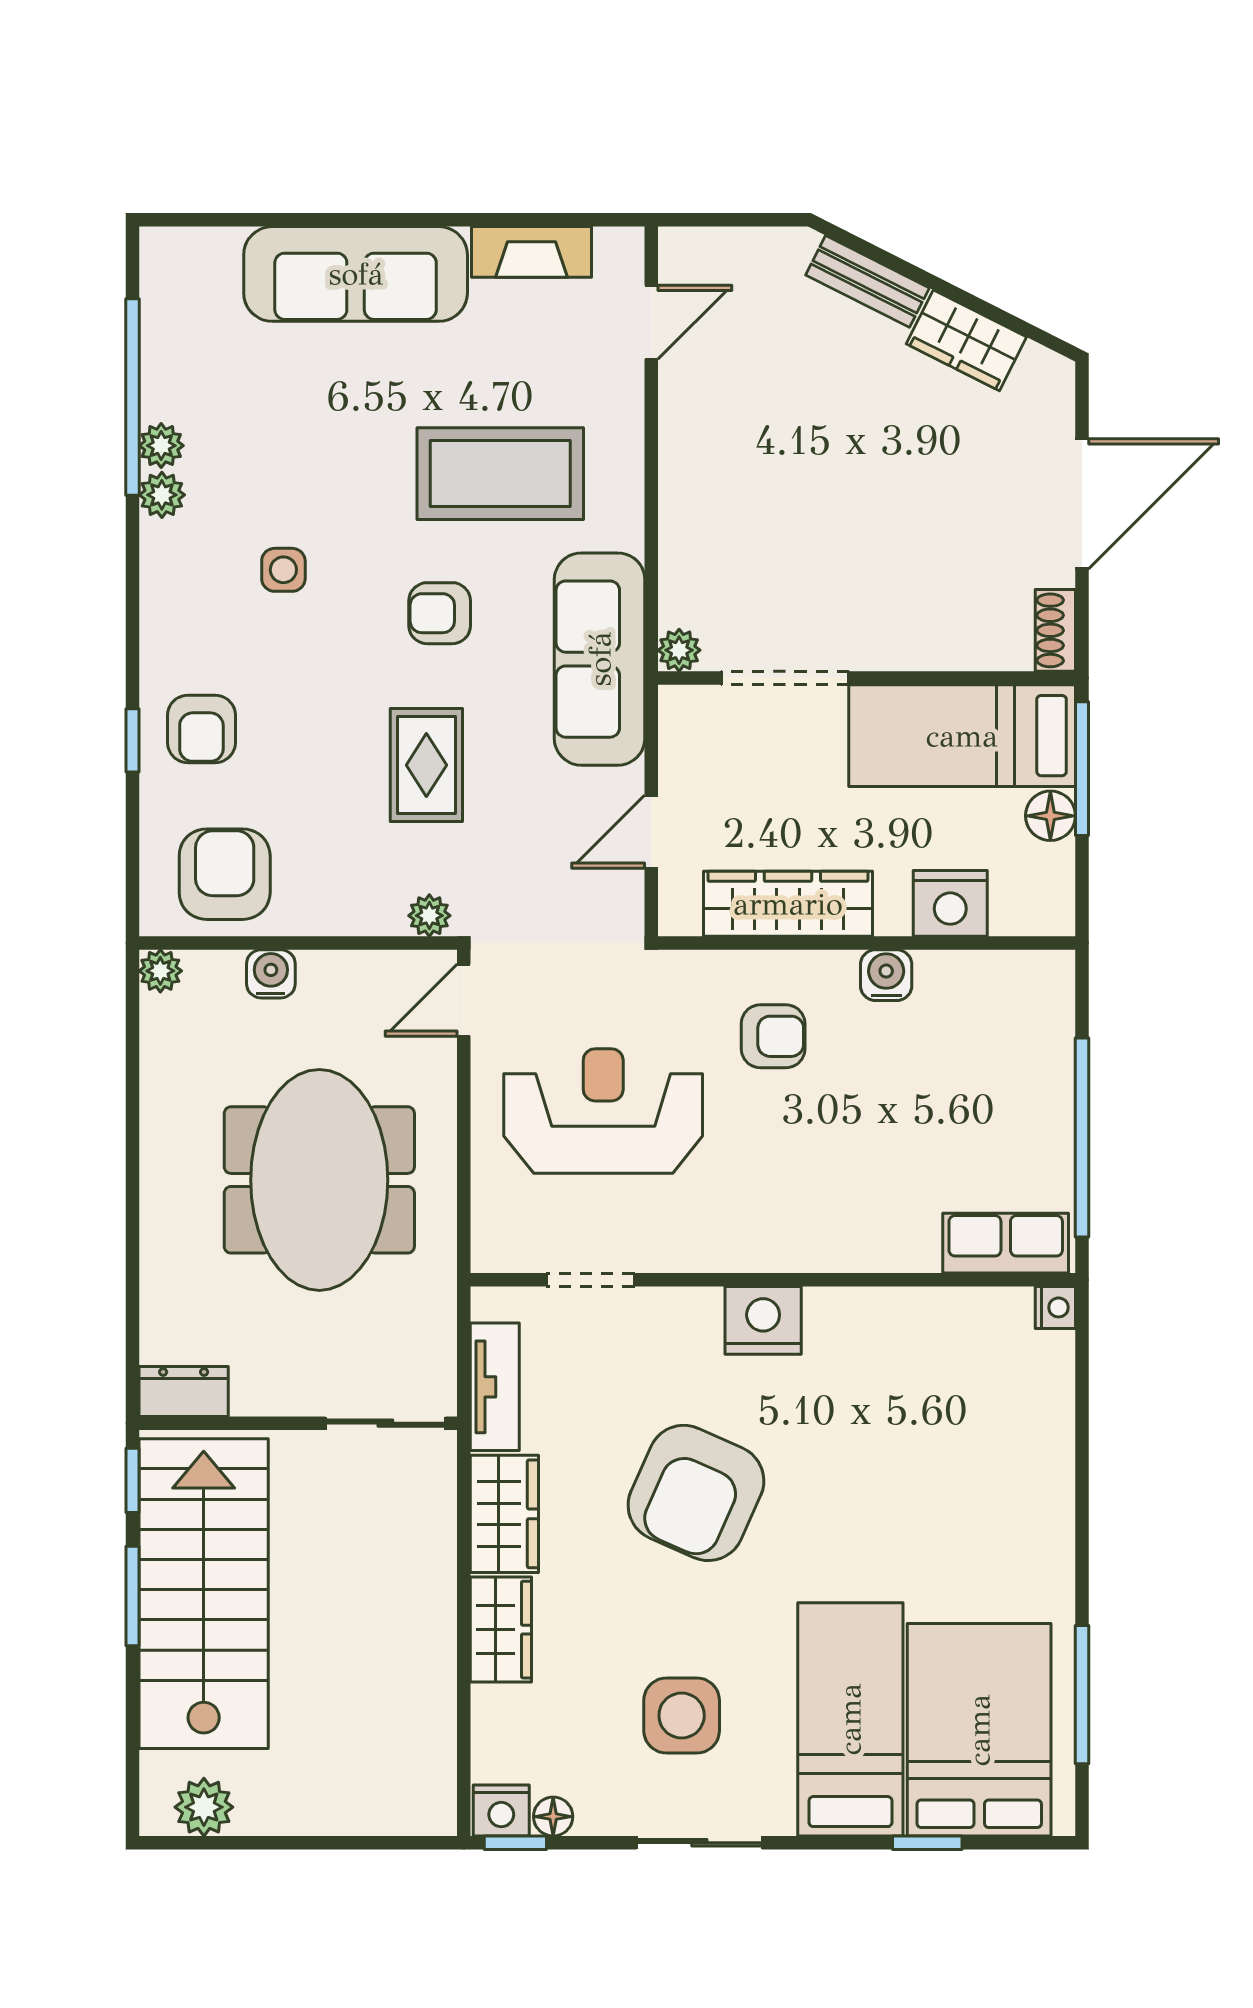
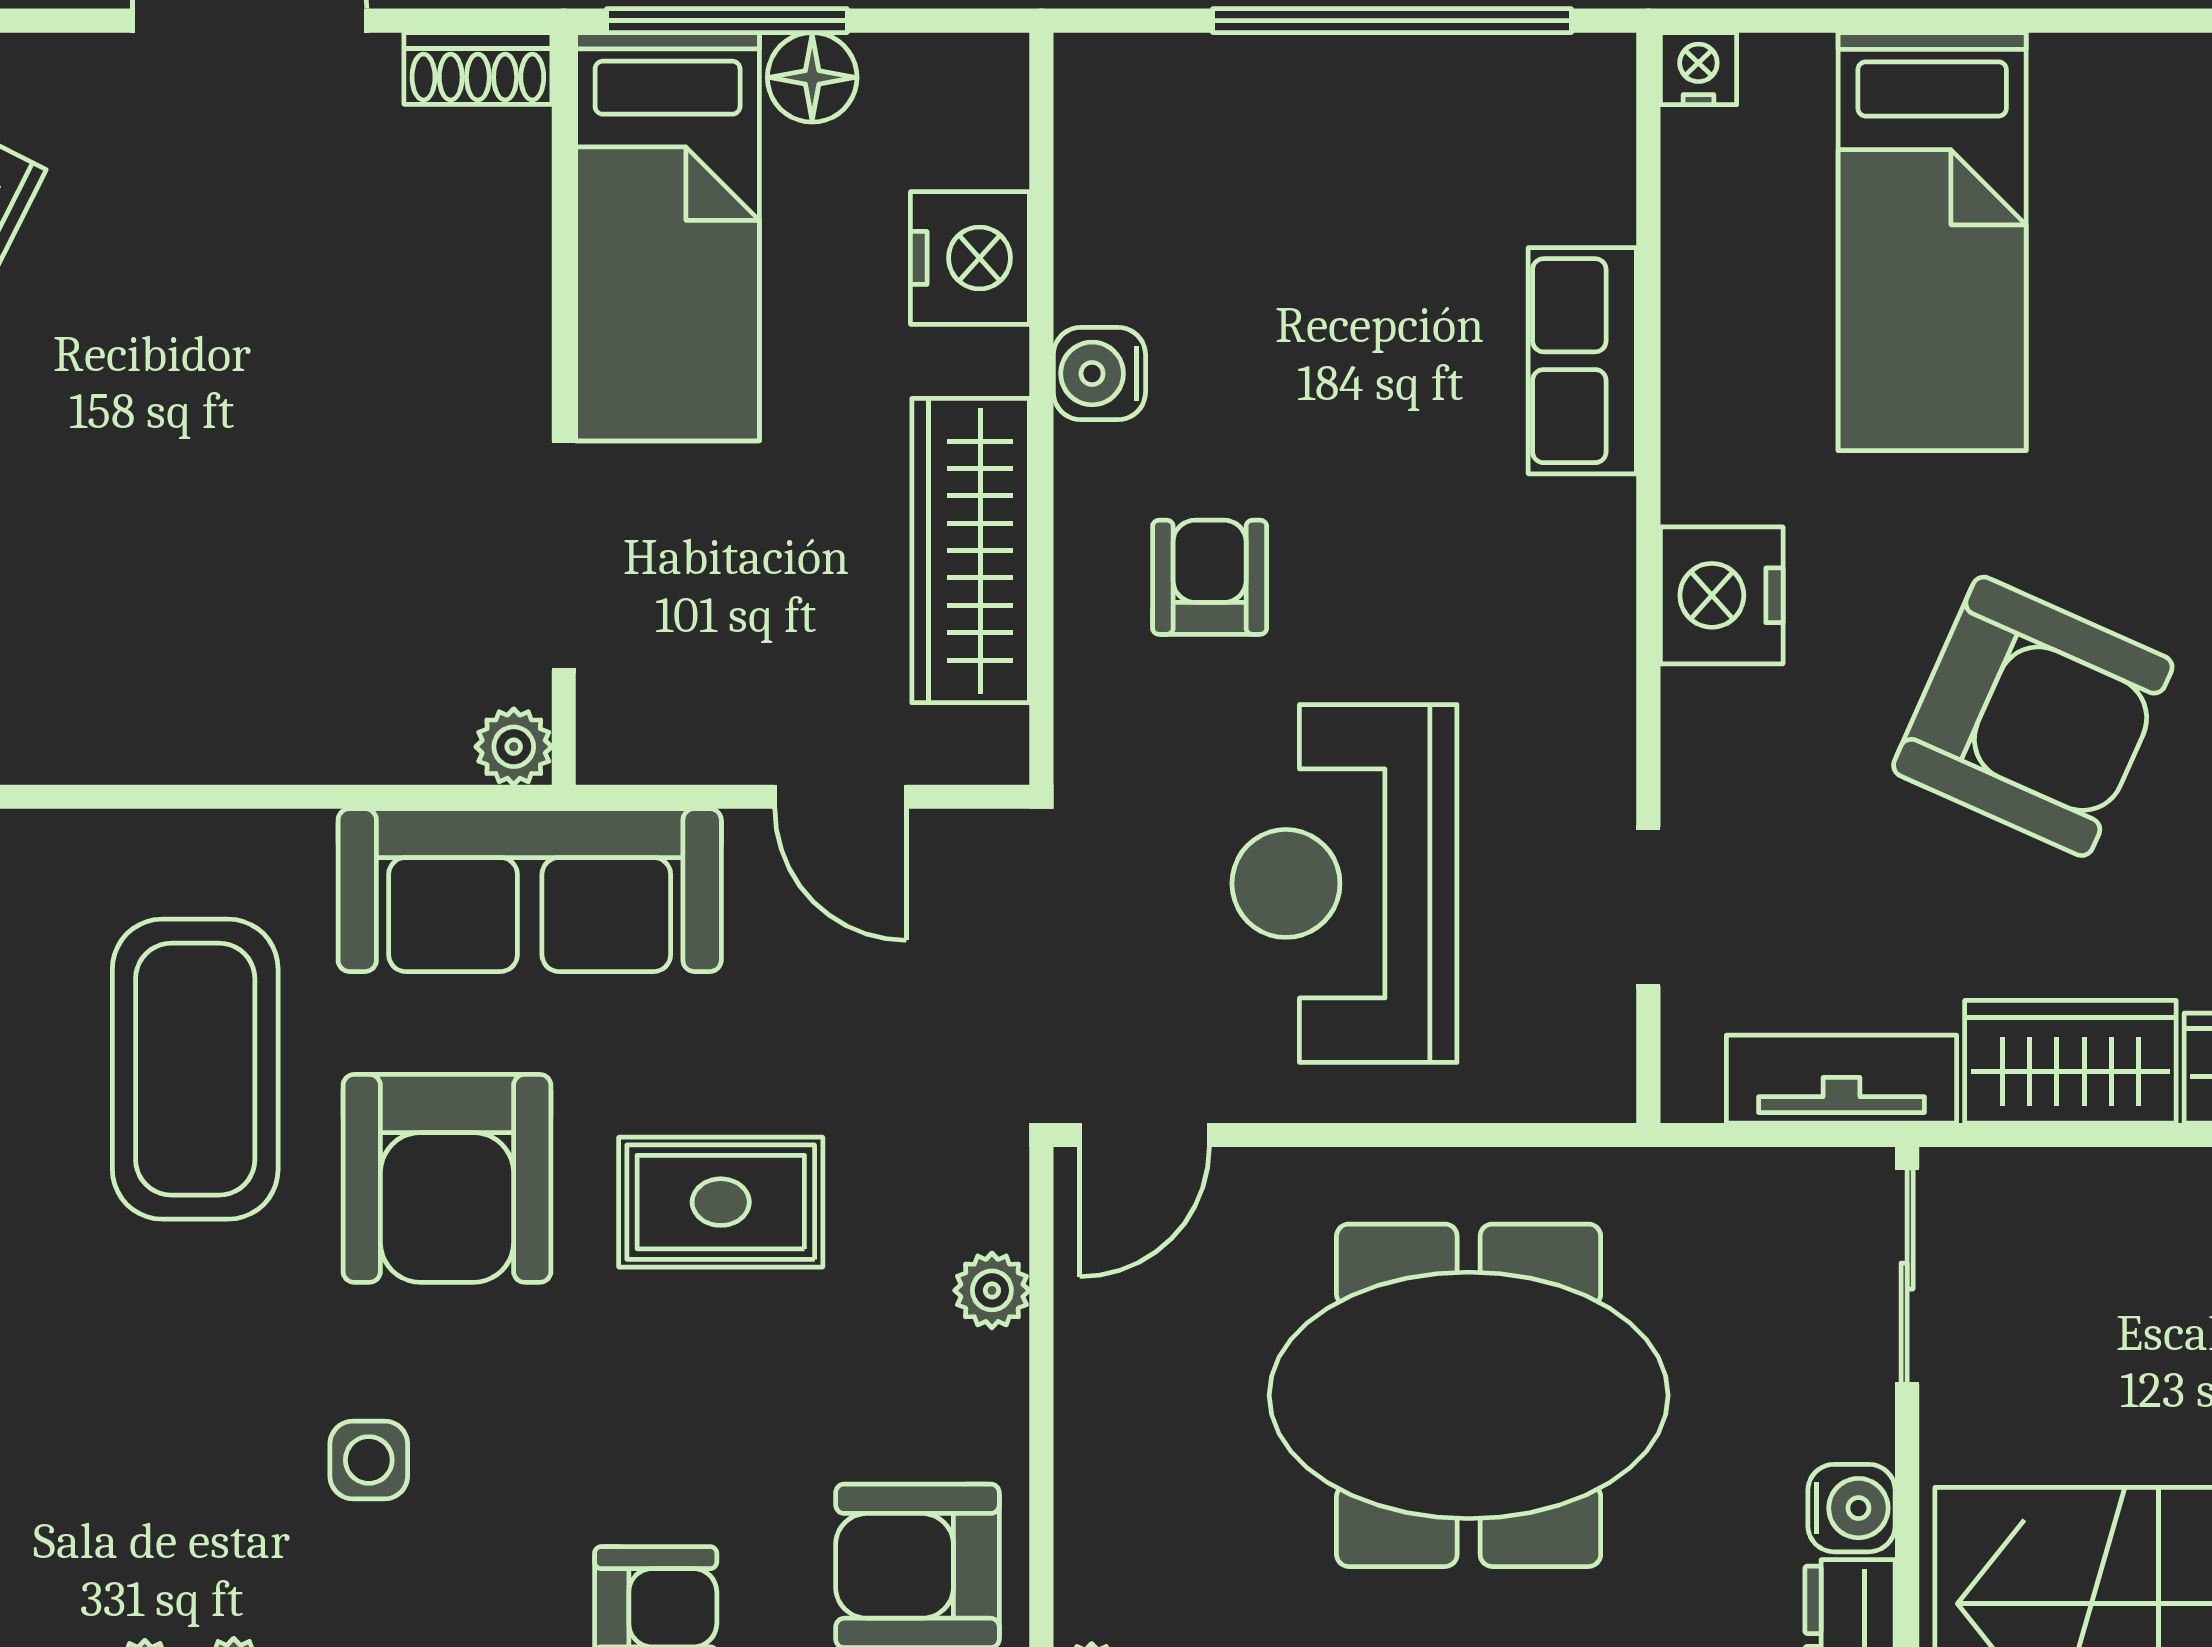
armchair: (440, 613) -> (447, 1178), width x1.88, depth x1.88
plant: (429, 916) -> (992, 1290), moved
water cooler: (271, 974) -> (1851, 1508), moved, turned 180
door: (464, 1000) -> (1144, 1135), hinge flipped
row of seats: (1006, 1243) -> (1582, 361), moved
bed: (959, 1437) -> (1932, 242), added

